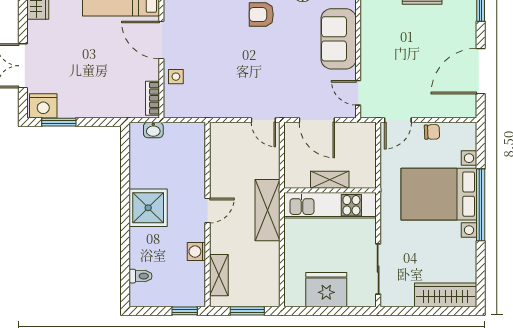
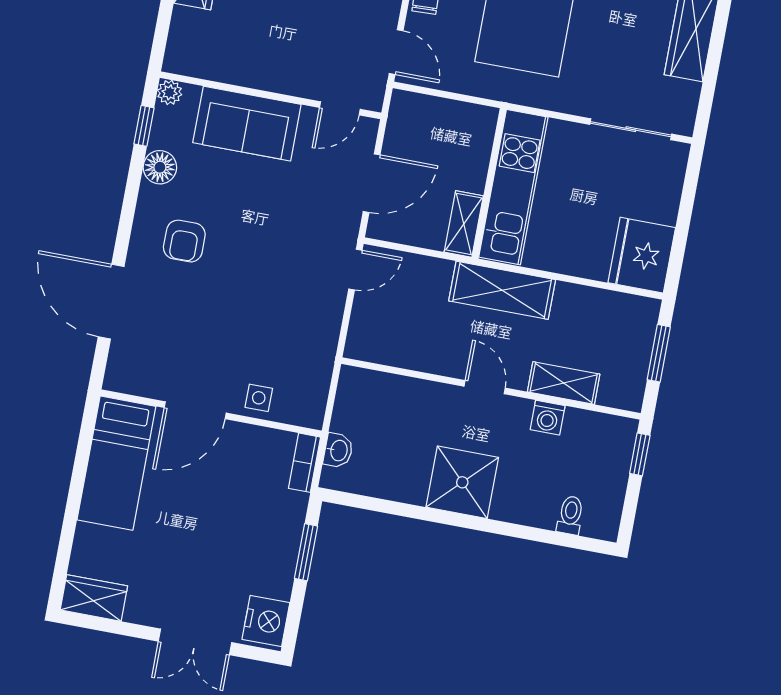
bookcase: (152, 98) -> (305, 463), moved, turned 90
window: (59, 122) -> (306, 552), moved
shelving: (330, 180) -> (464, 224), moved
shelving: (219, 275) -> (564, 383), moved
fridge: (326, 290) -> (642, 255), moved

